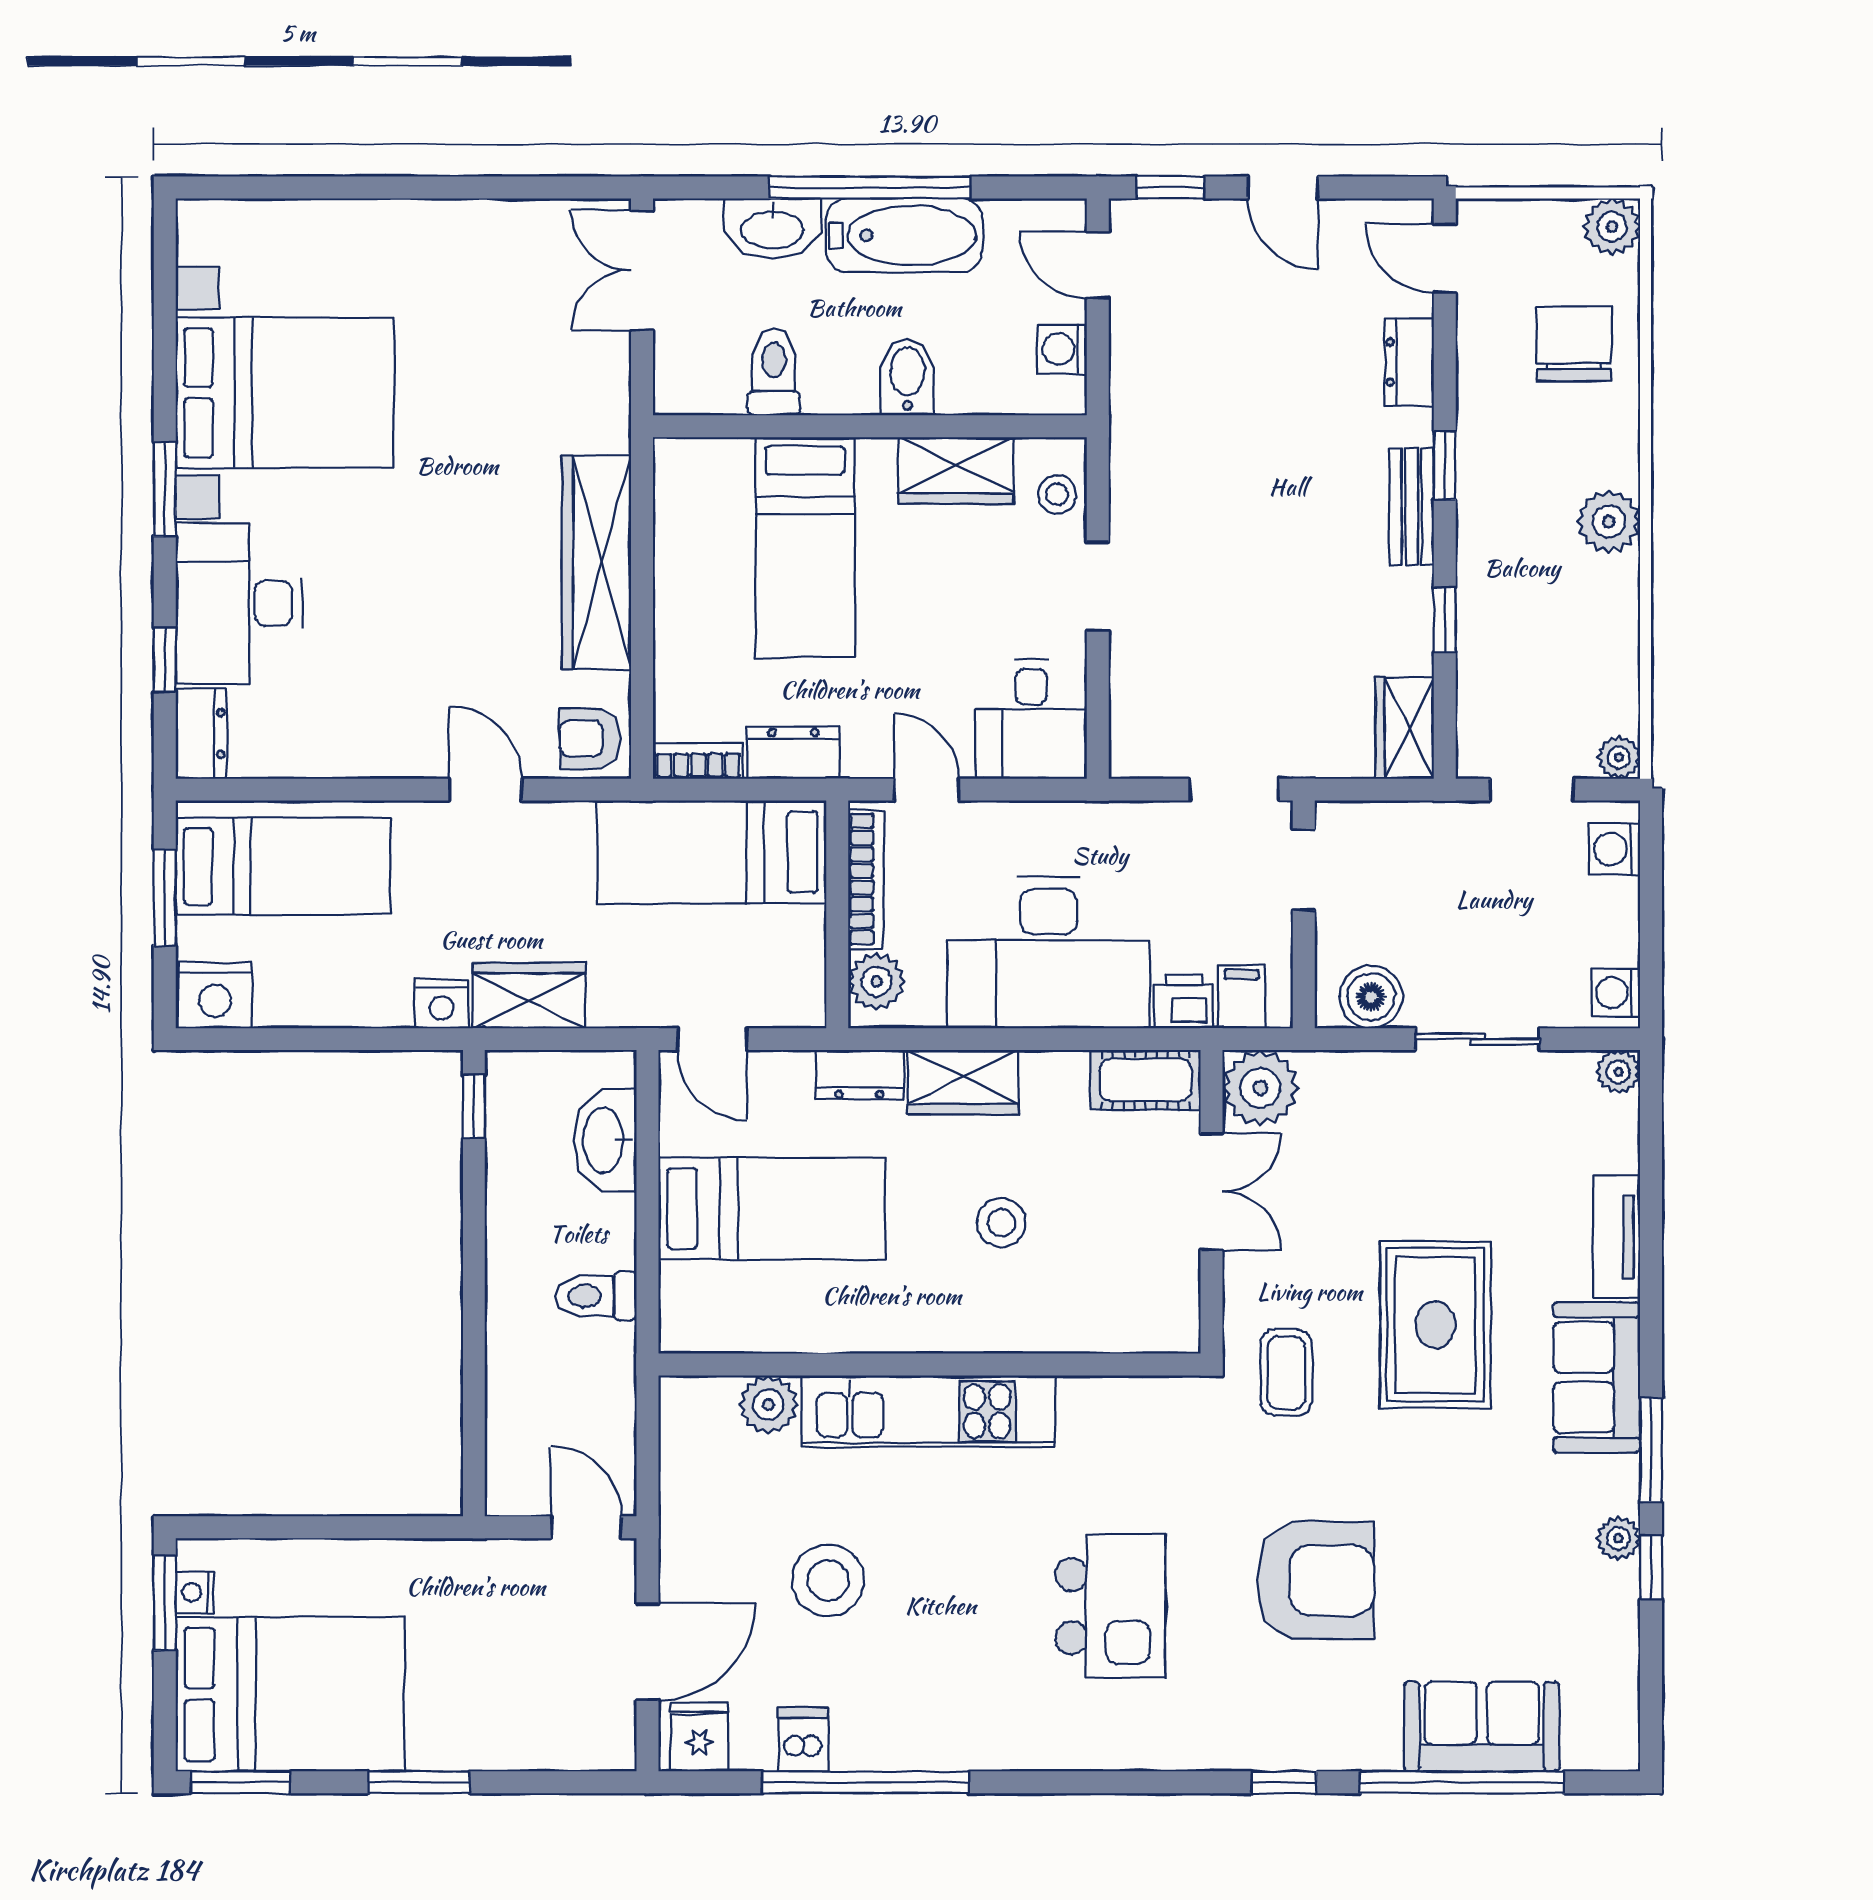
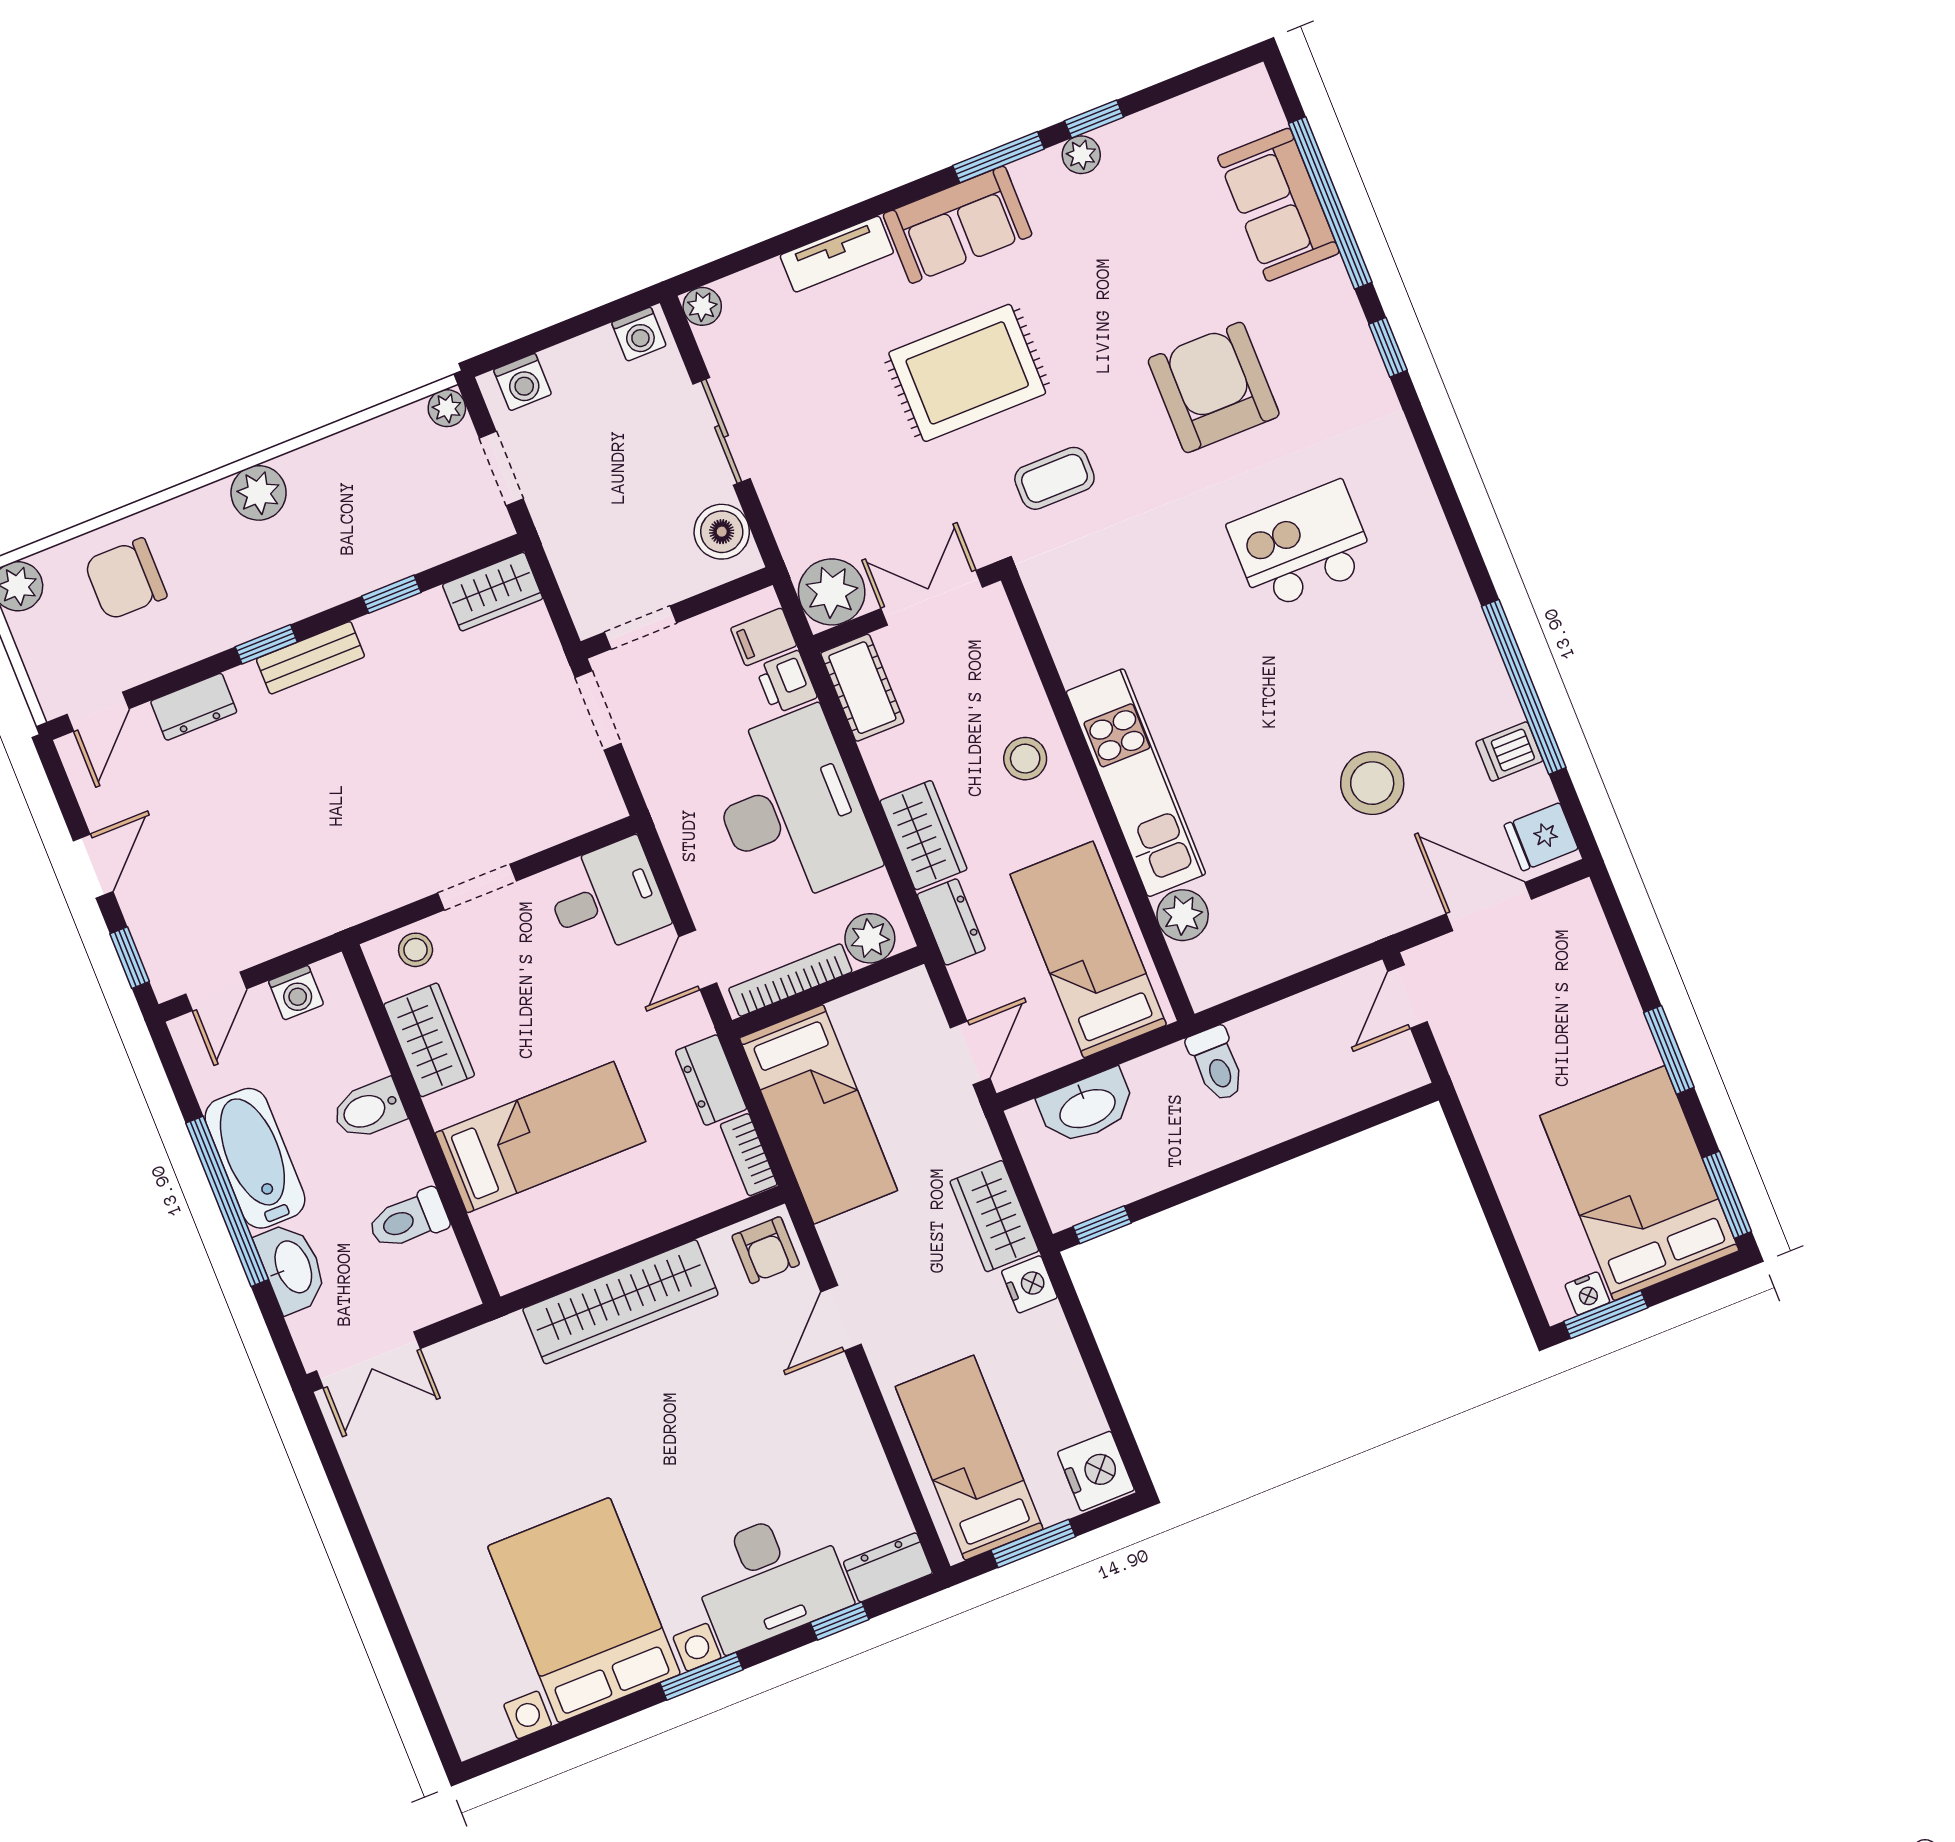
wall: (930, 1365) -> (1098, 797), moved
plant: (768, 1405) -> (1183, 915), moved
kitchen unit: (929, 1411) -> (1136, 783), moved

